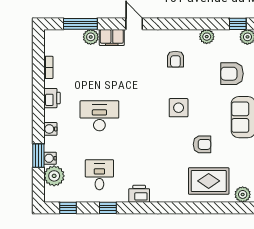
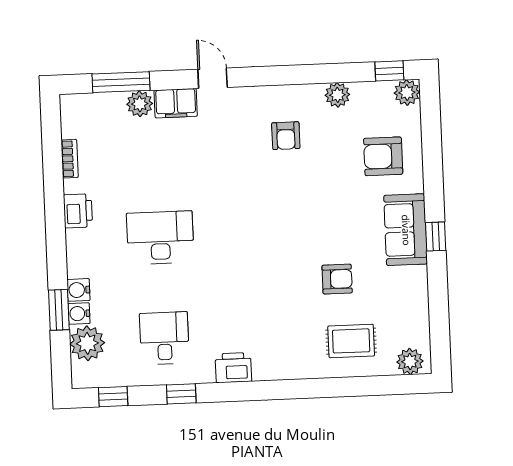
side table: (179, 108) -> (294, 218), removed
water cooler: (50, 129) -> (79, 290), moved
rug: (209, 181) -> (351, 341), width x0.73, depth x0.70

